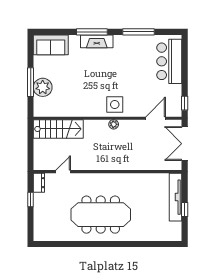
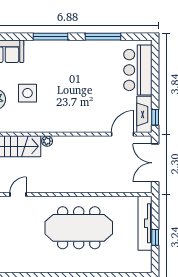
fireplace: (97, 41) -> (144, 114), moved, turned 90
side table: (115, 105) -> (27, 93), moved
plant: (114, 124) -> (47, 141), moved
meeting table: (101, 215) -> (79, 228), moved

